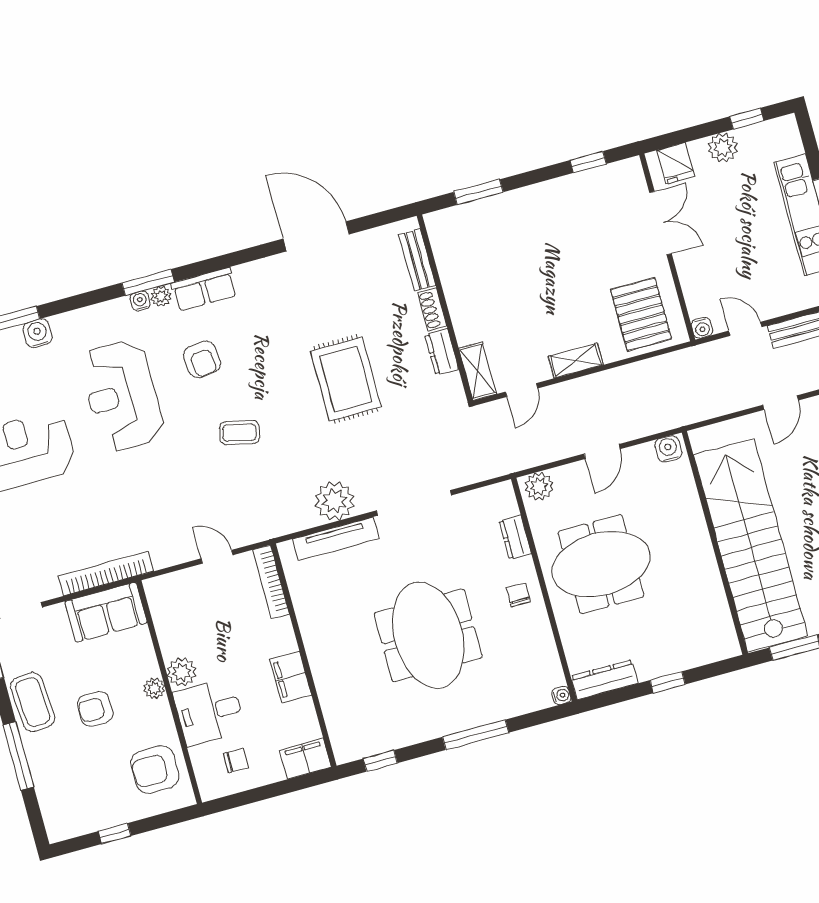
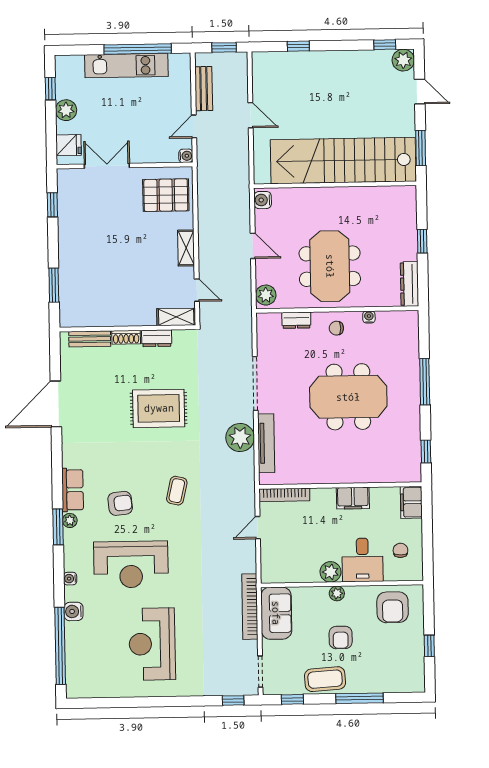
water cooler: (140, 301) -> (70, 579), moved
water cooler: (561, 695) -> (369, 317), moved

